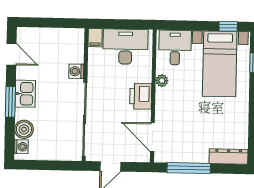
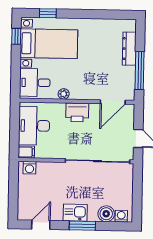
washing machine: (76, 71) -> (30, 168), moved
dresser: (229, 157) -> (129, 49), moved

